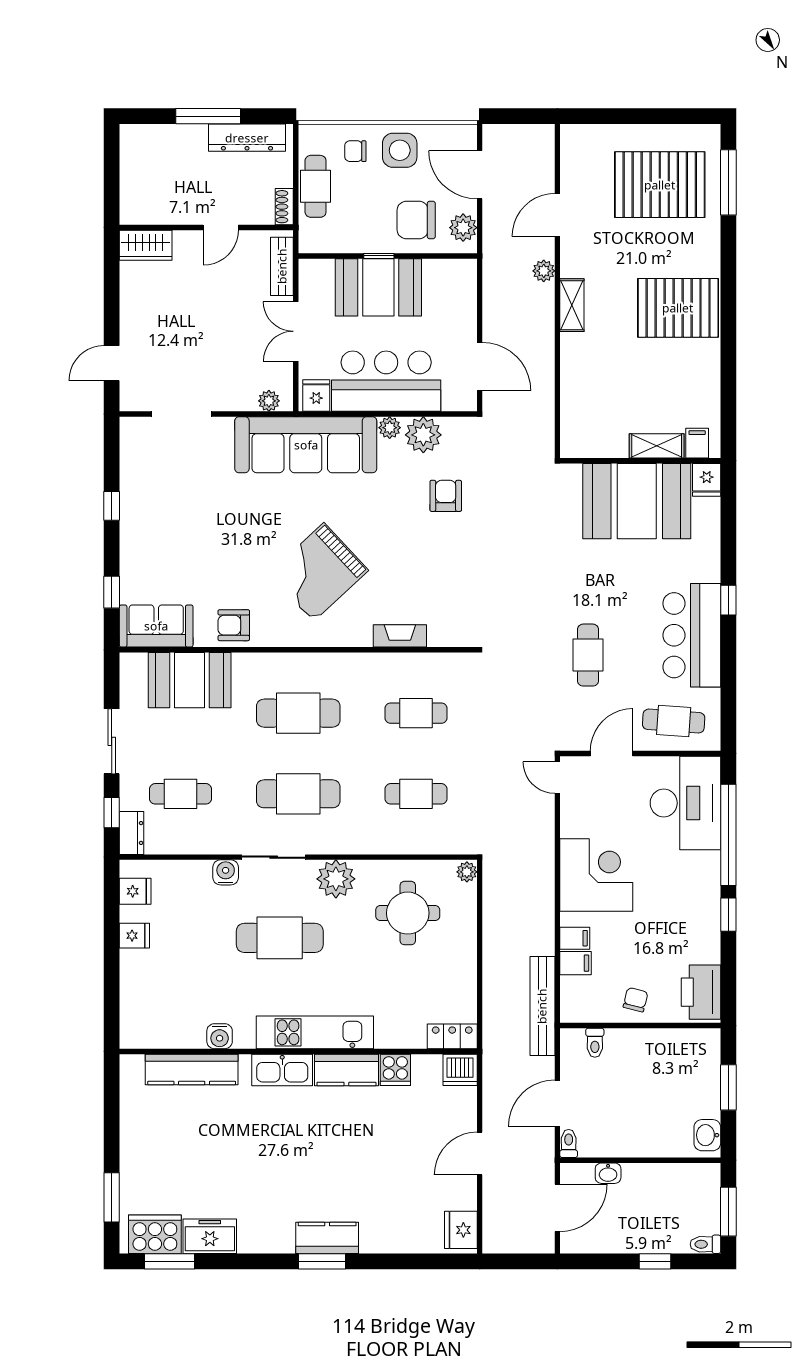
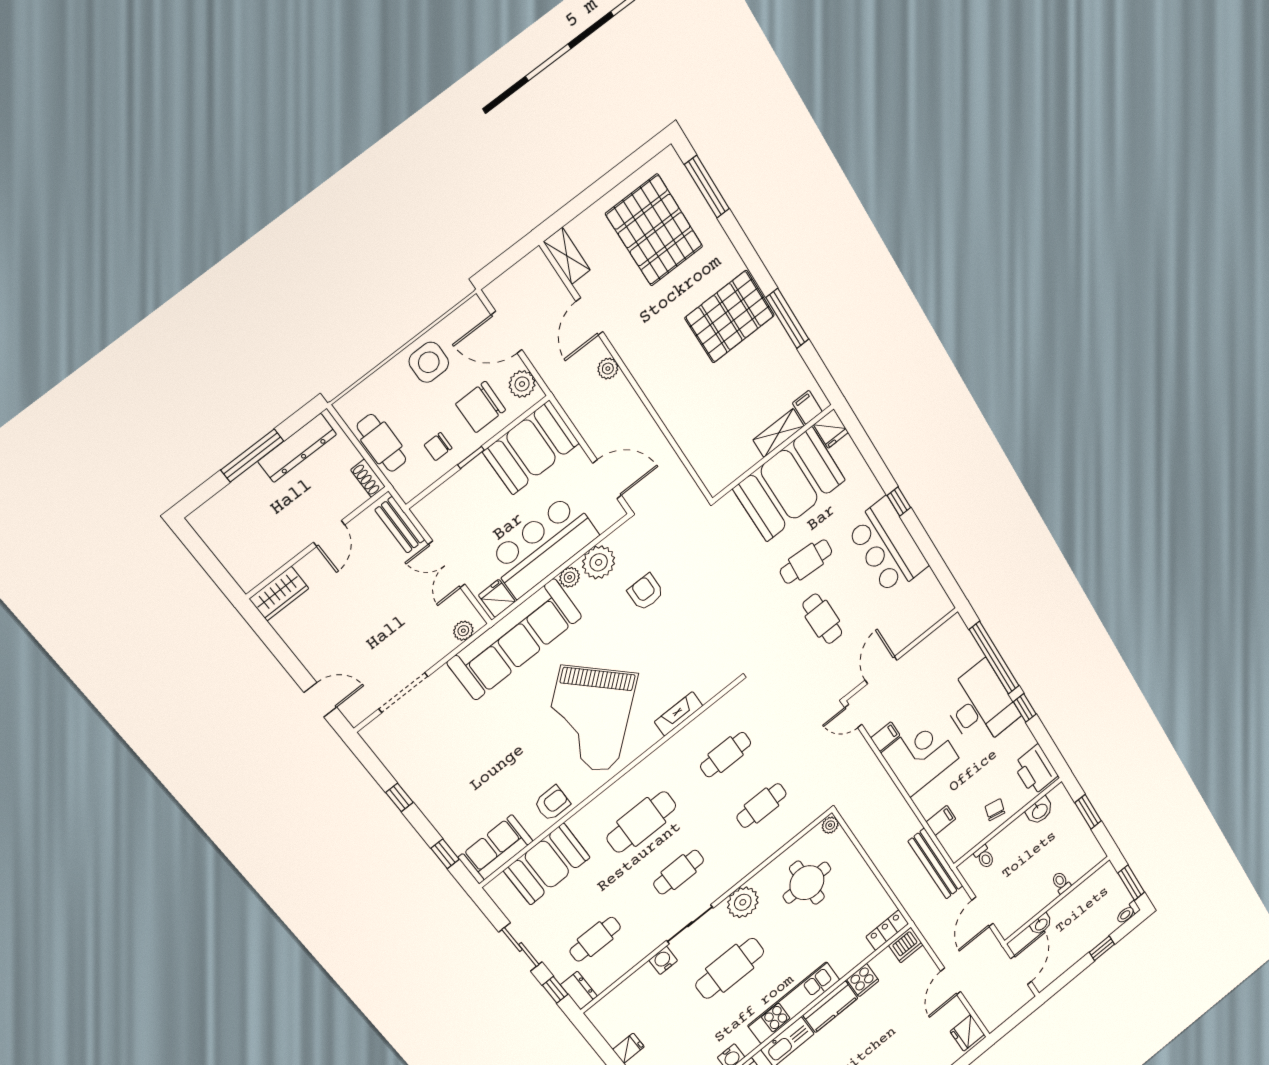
chair: (355, 151) -> (438, 447), moved
pallet: (660, 185) -> (654, 230), turned 90
booth: (378, 287) -> (531, 448), moved
shelving: (572, 305) -> (567, 256), moved
window: (728, 349) -> (787, 318), added
door: (112, 363) -> (320, 700), swing flipped
grand piano: (319, 572) -> (588, 719), width x1.37, depth x1.48
armchair: (234, 625) -> (552, 803), turned 180
cafe table: (674, 721) -> (806, 562), moved
cafe table: (298, 794) -> (679, 872), width x0.73, depth x0.74
desk: (685, 803) -> (980, 706), moved
fridge: (135, 891) -> (609, 1022), removed
filing cabinet: (575, 938) -> (885, 737), moved
washbasin: (707, 1135) -> (1039, 811), moved, turned -90
toilet: (569, 1144) -> (1061, 882), moved

